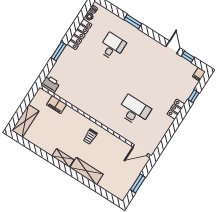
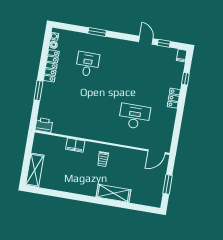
filing cabinet: (57, 105) -> (75, 145), moved
shelving: (63, 158) -> (86, 190), removed

